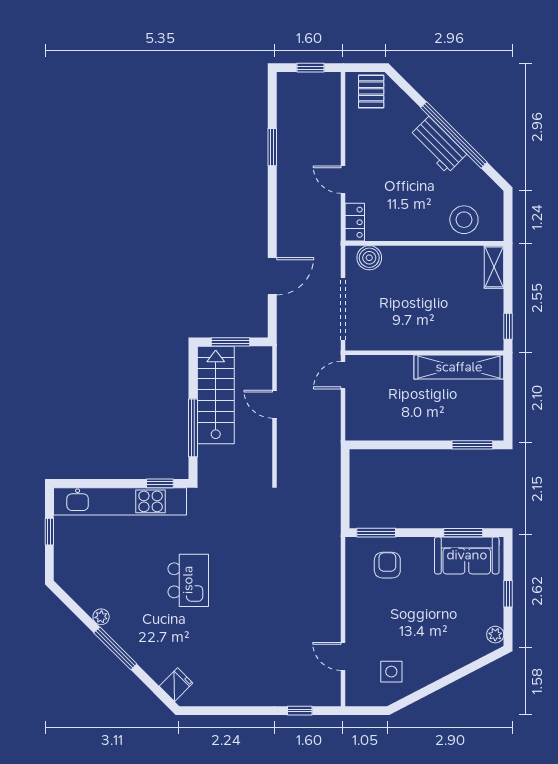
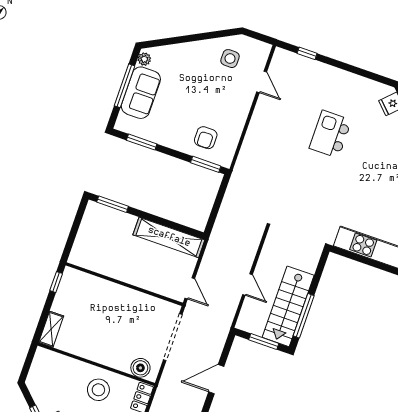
stool: (464, 220) -> (98, 390), moved
shelving: (459, 367) -> (169, 237), moved
door: (343, 375) -> (190, 288), hinge flipped
window: (193, 428) -> (304, 316), moved
window: (160, 483) -> (352, 256), removed
sofa: (467, 555) -> (141, 93), moved, turned 90
kitchen island: (188, 580) -> (330, 134), moved
window: (508, 594) -> (124, 86), width x2.17

